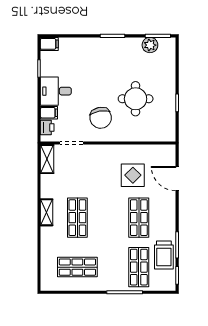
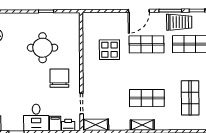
chair: (101, 118) -> (59, 78), turned -80
door: (177, 179) -> (139, 11), moved

